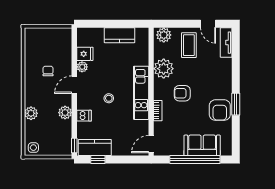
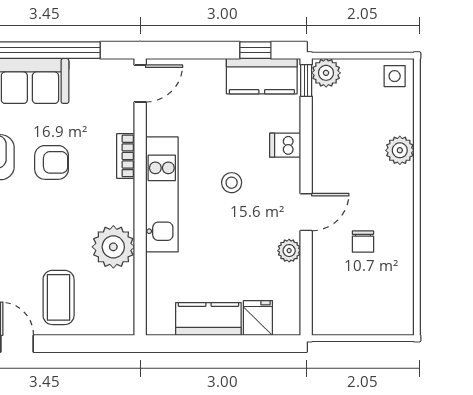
plant: (164, 35) -> (113, 319), removed
fridge: (85, 54) -> (258, 318), moved, turned 90
armchair: (182, 93) -> (52, 162), moved
plant: (65, 113) -> (326, 73), moved

